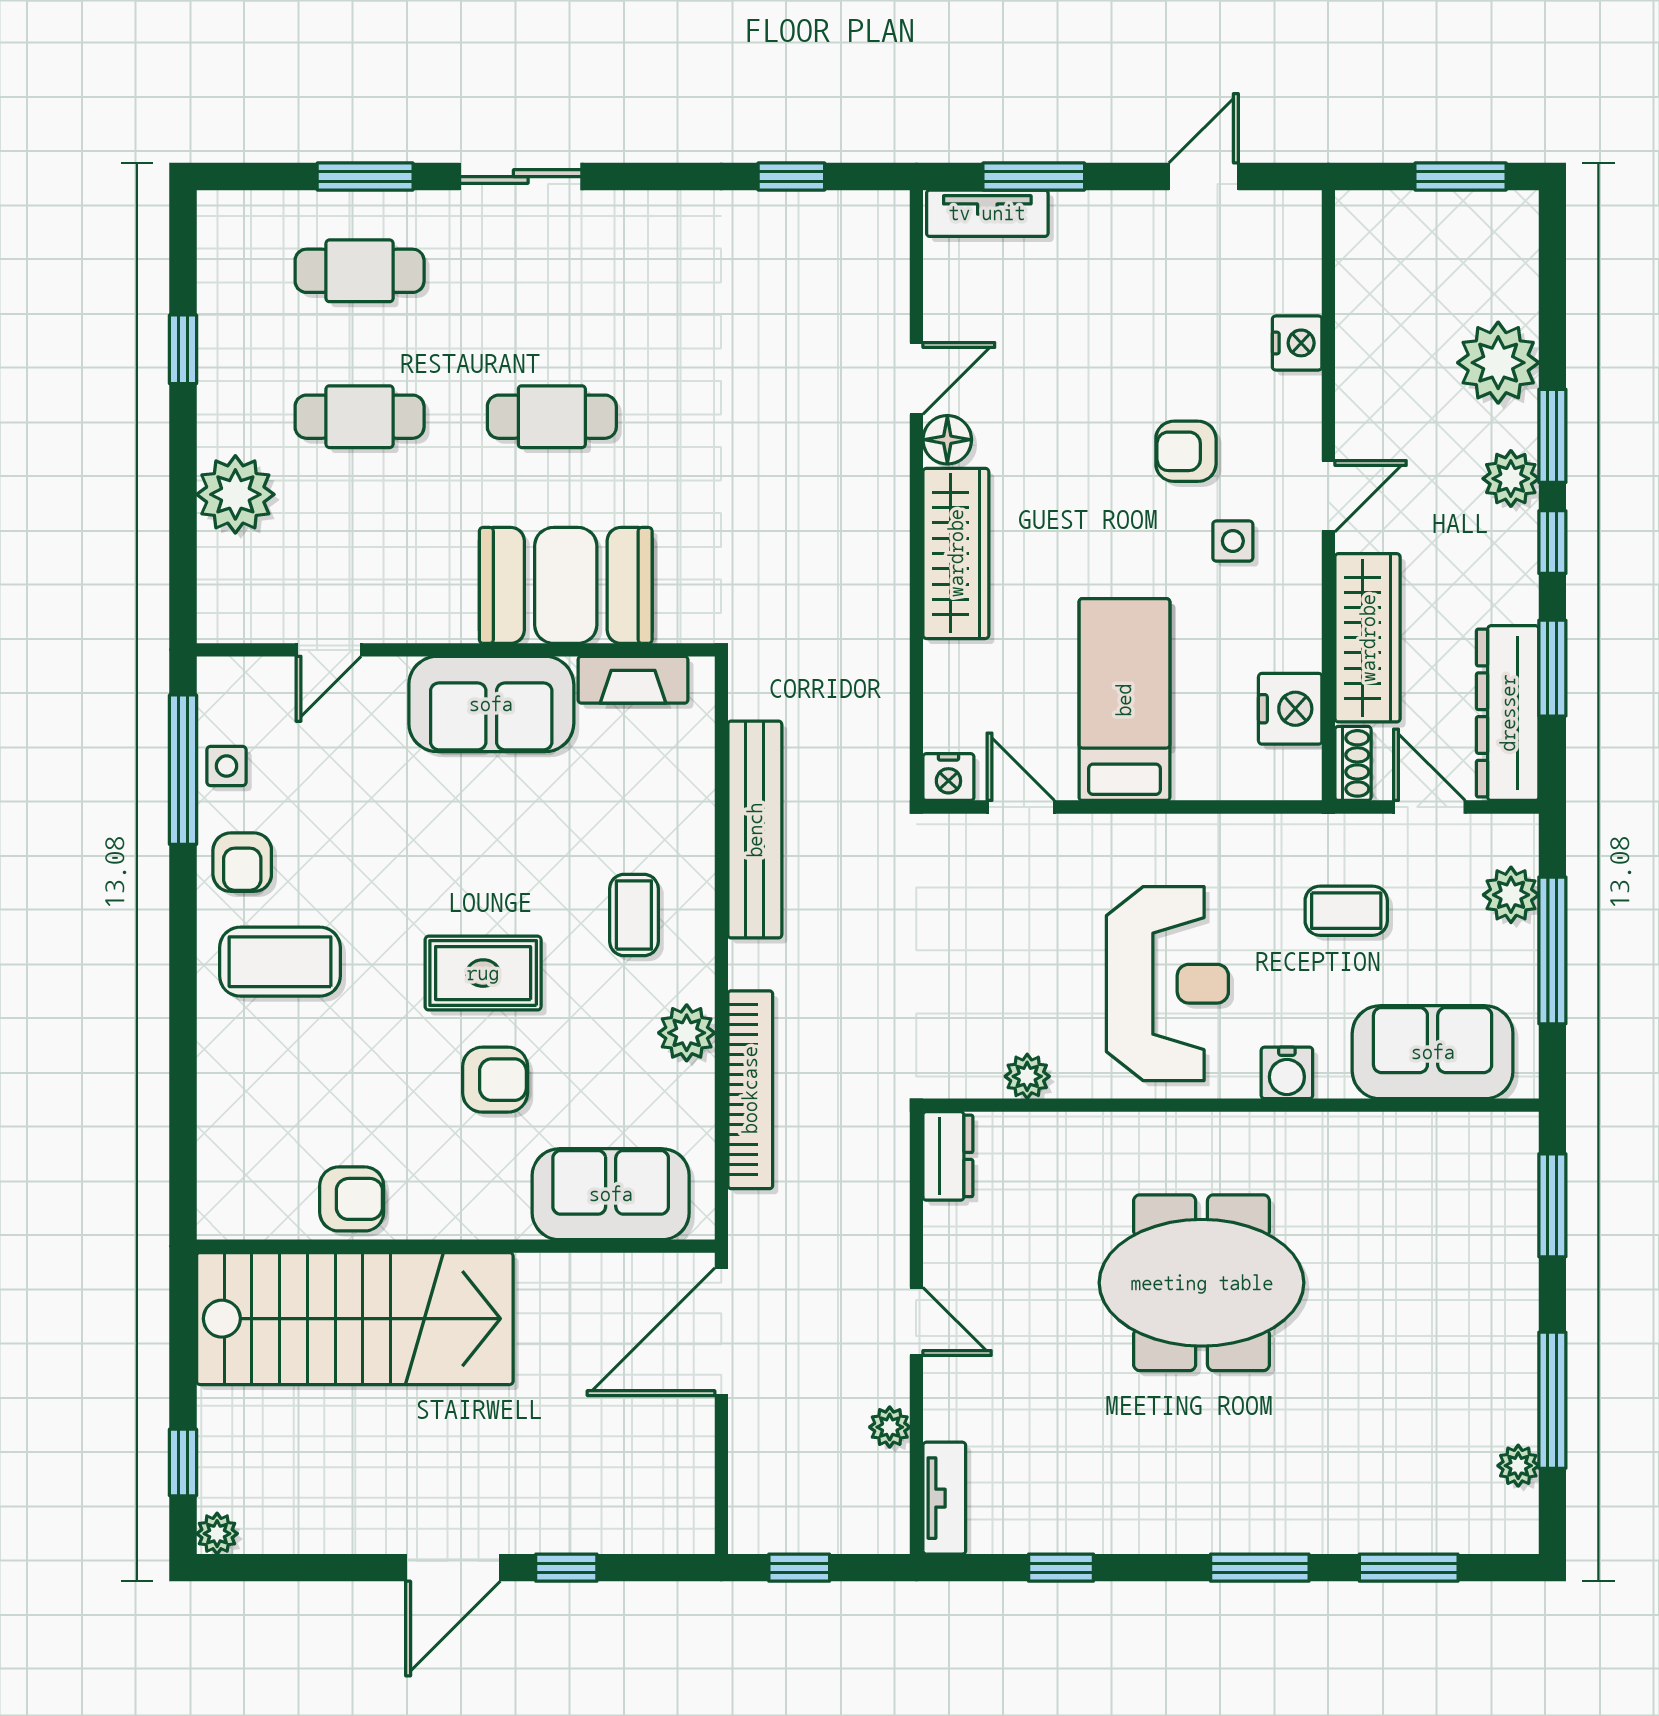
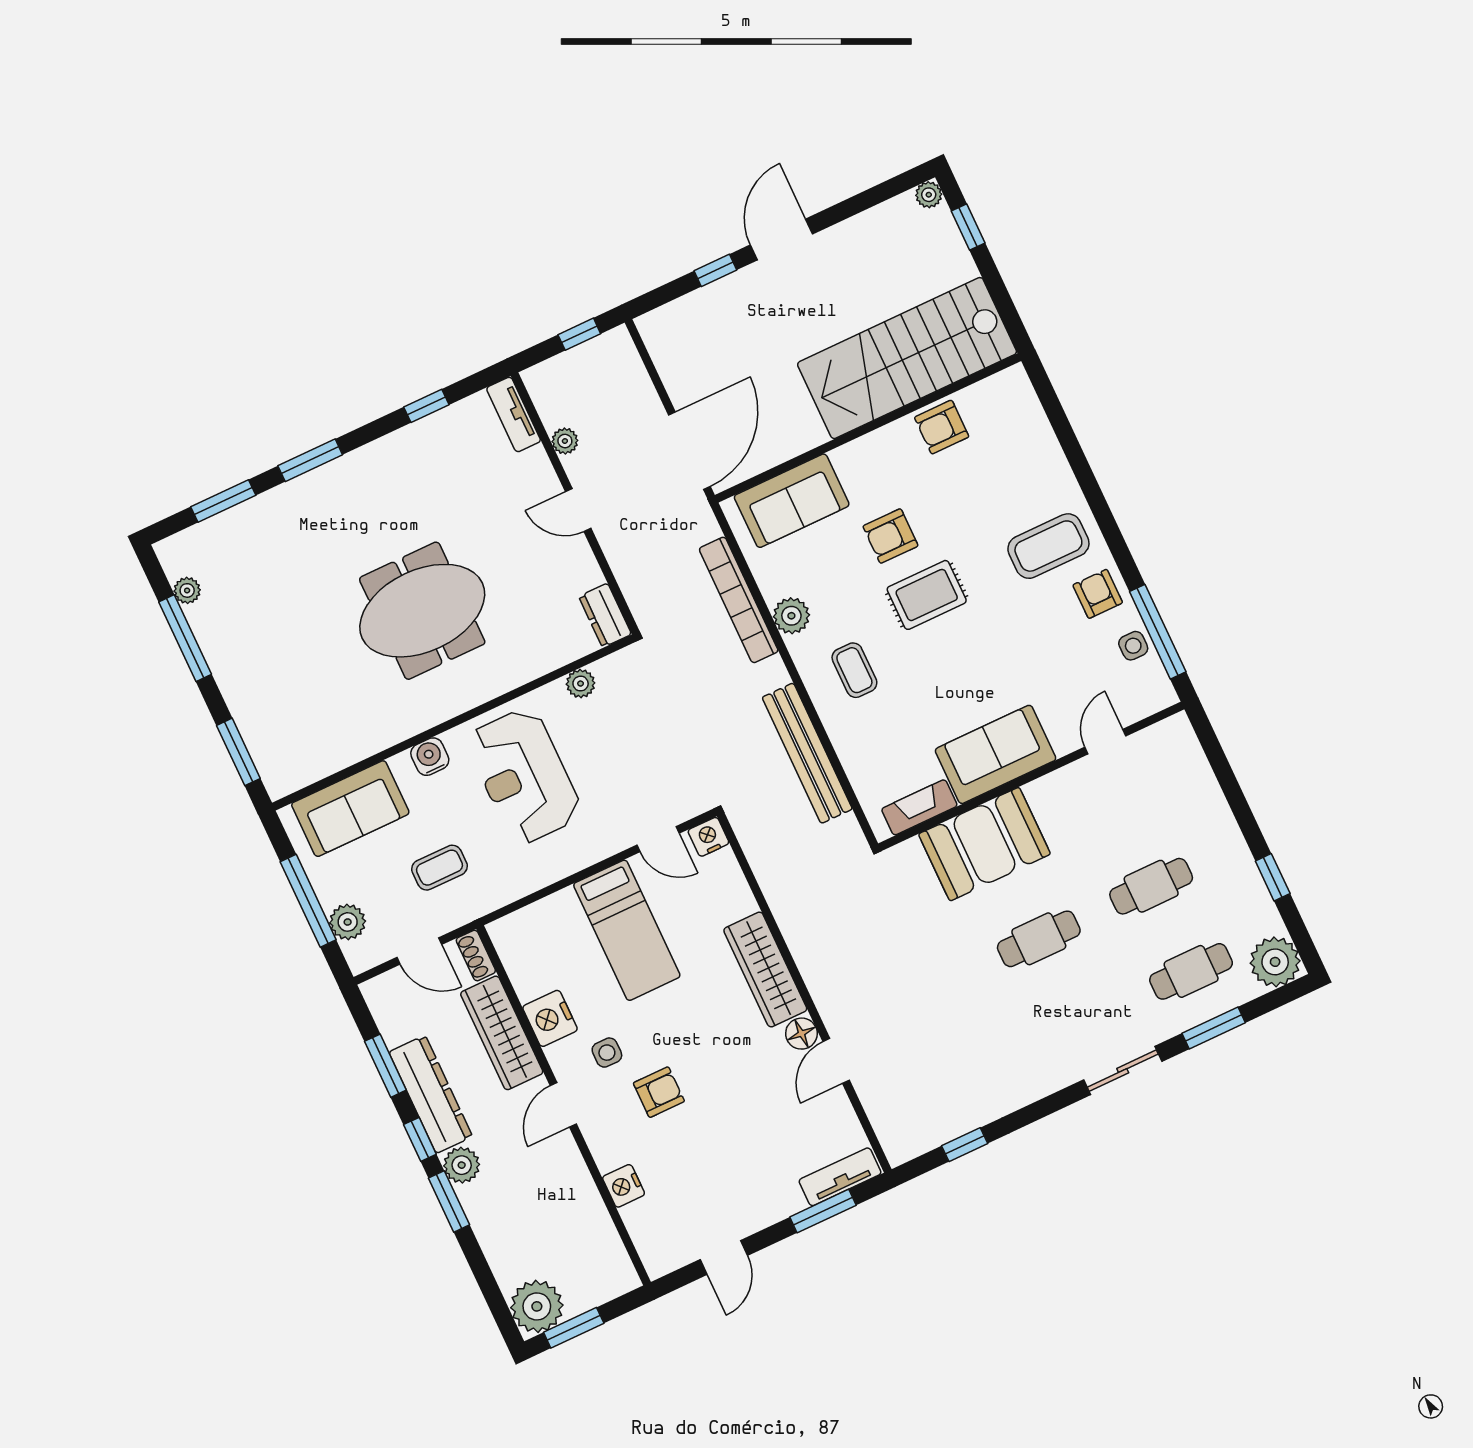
plant: (1498, 363) -> (537, 1306), moved
plant: (235, 494) -> (1275, 962), moved
nightstand: (1290, 709) -> (550, 1018), moved
dresser: (1508, 713) -> (431, 1094), moved

